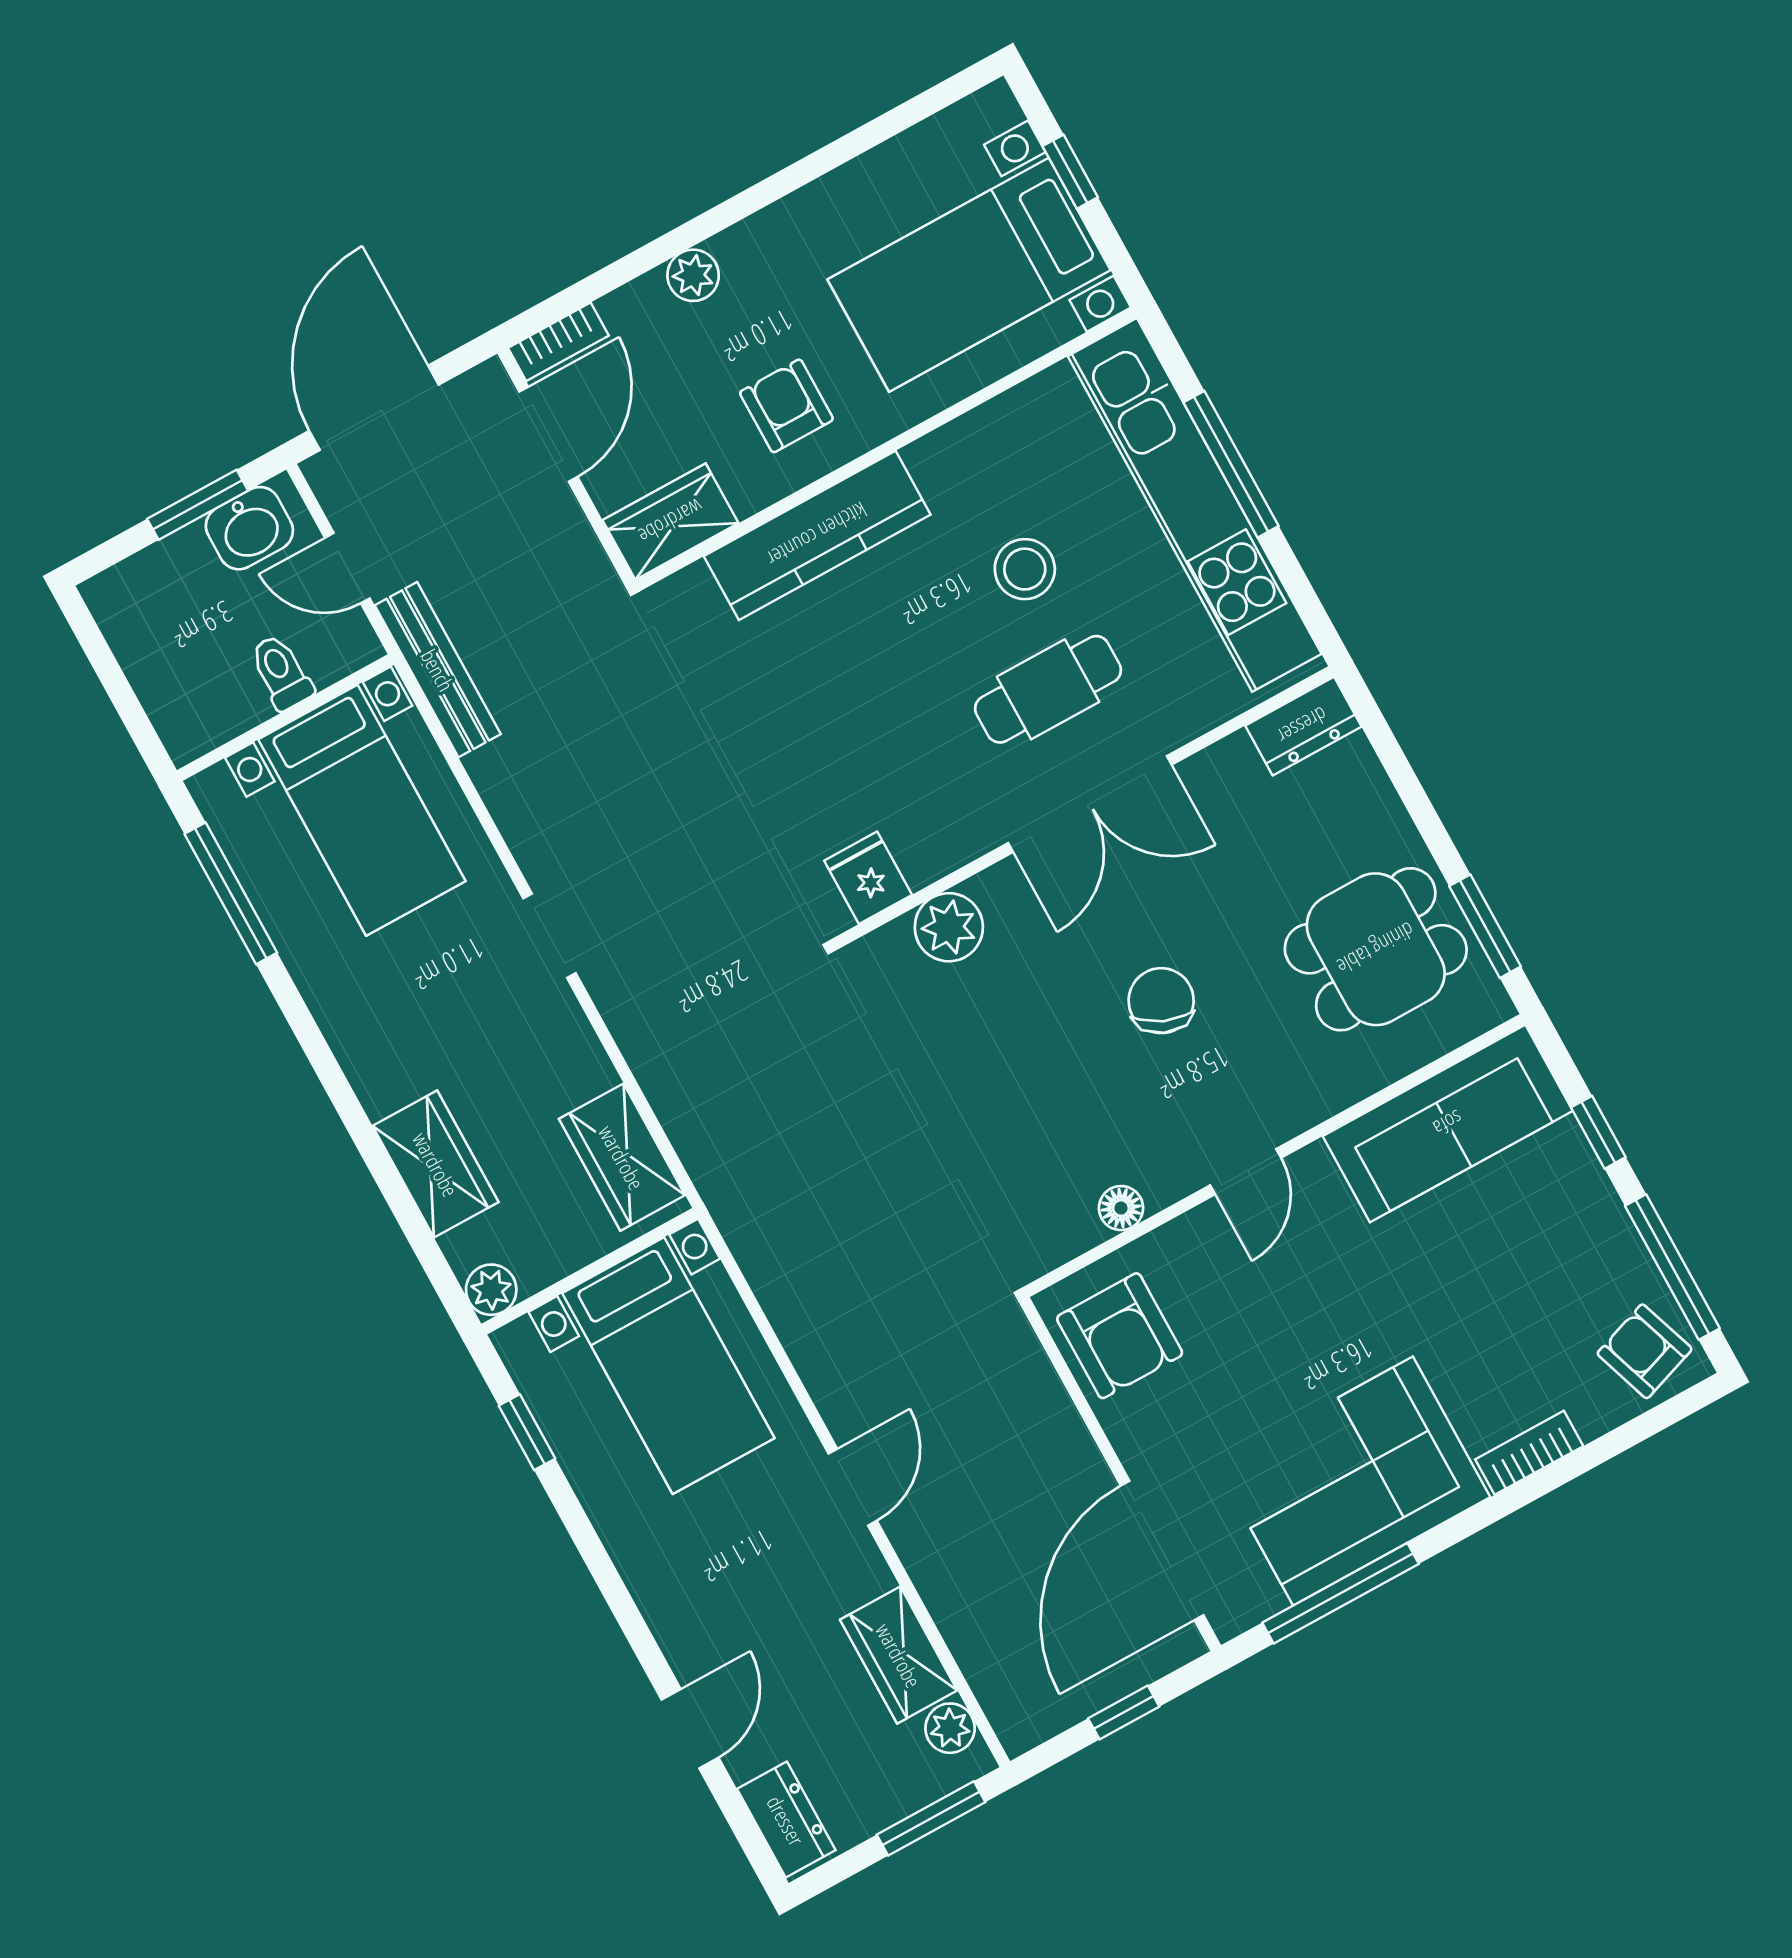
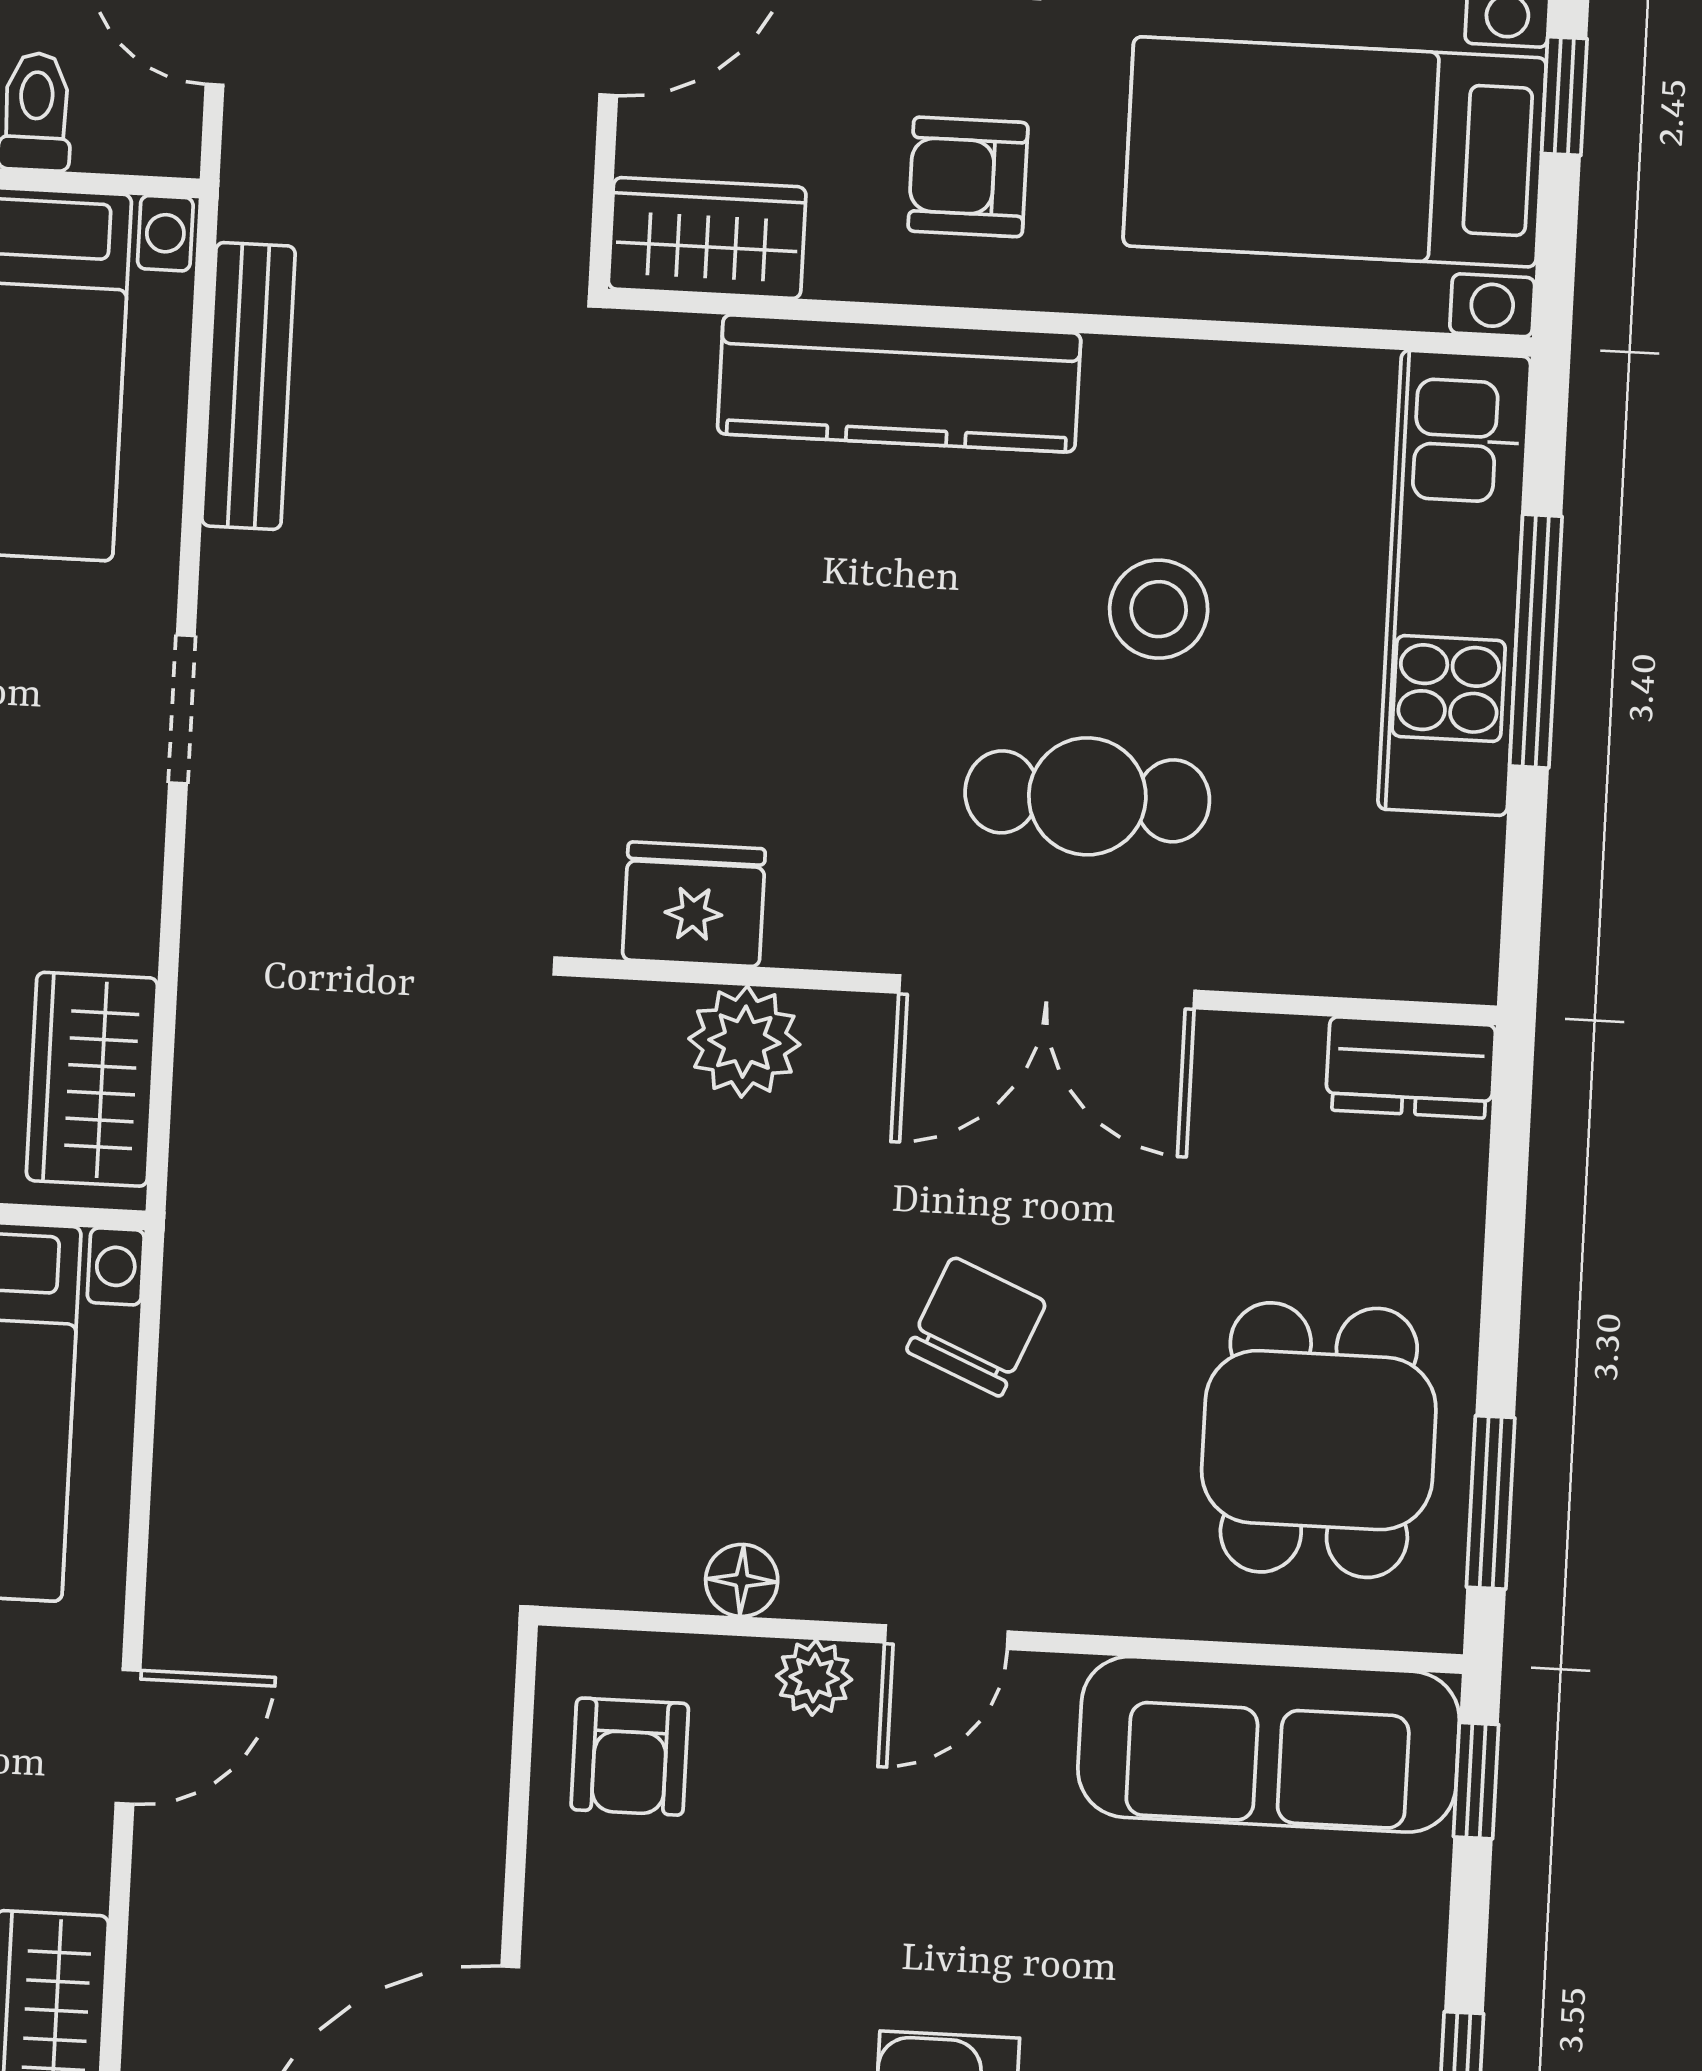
armchair: (786, 406) -> (968, 177), turned -90
kitchen unit: (1195, 505) -> (1454, 583), width x0.73
bench: (438, 670) -> (248, 386), moved
fridge: (868, 878) -> (694, 904), width x1.38
dining table: (1376, 949) -> (1319, 1440), turned 90
window: (1598, 1132) -> (1476, 1781), moved
plant: (1190, 1235) -> (814, 1678), added
armchair: (1120, 1336) -> (630, 1757), width x0.72, depth x0.72

